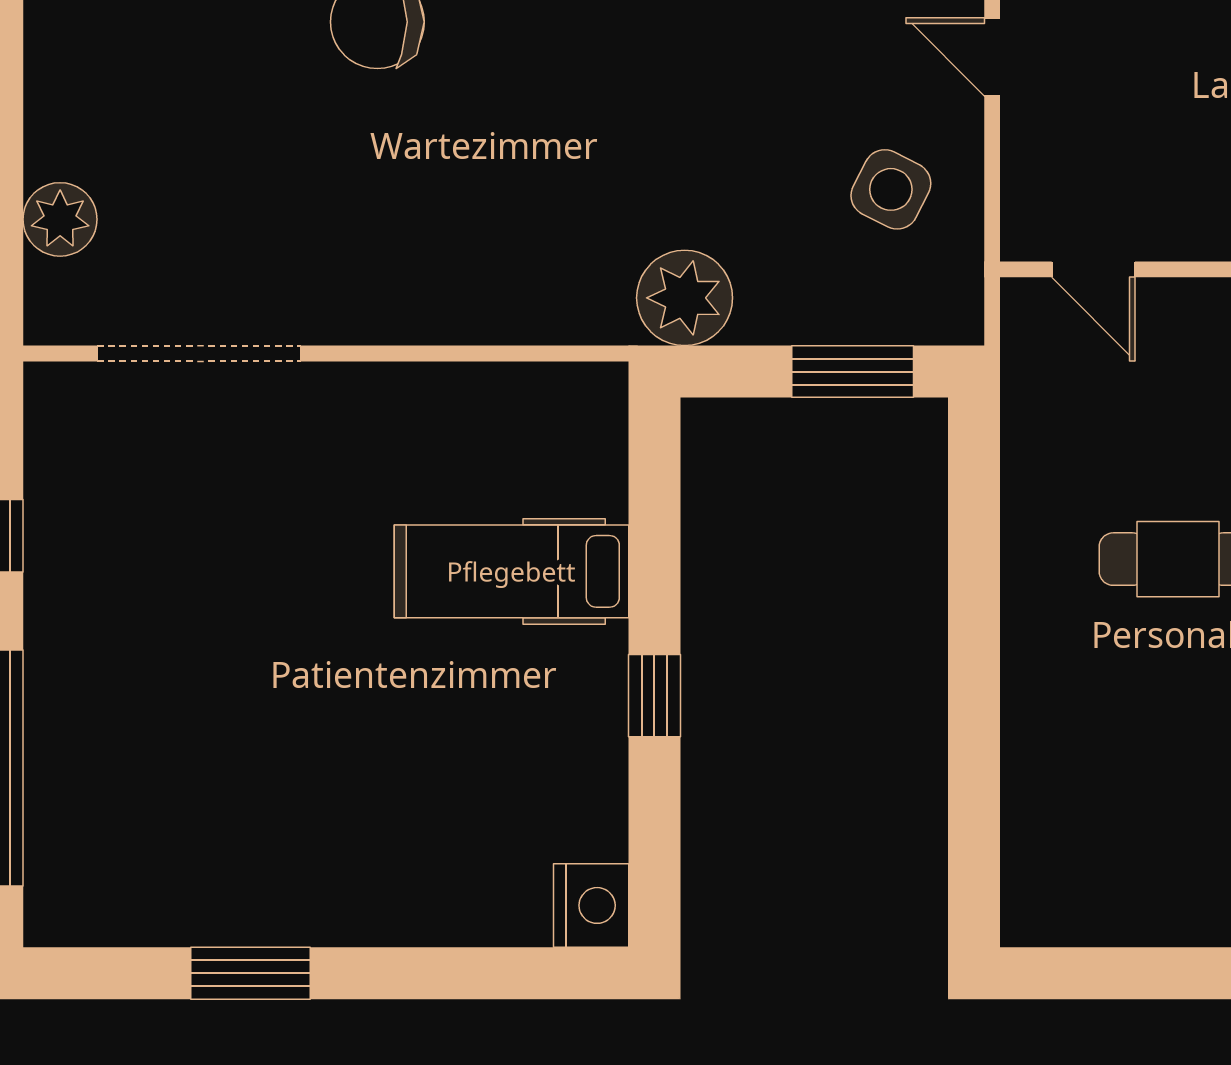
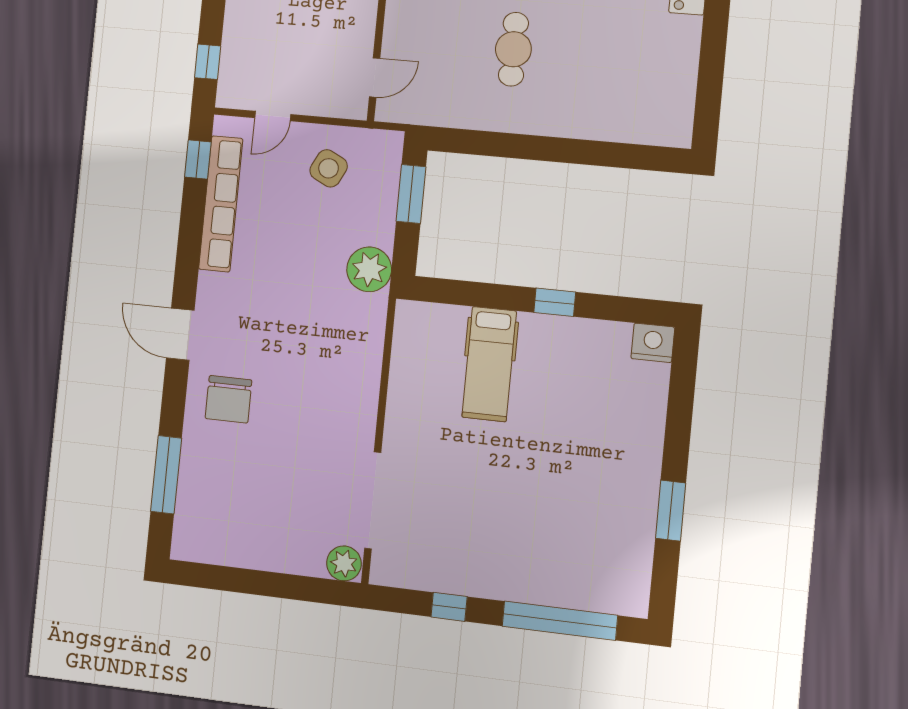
plant: (60, 219) -> (344, 563), moved

